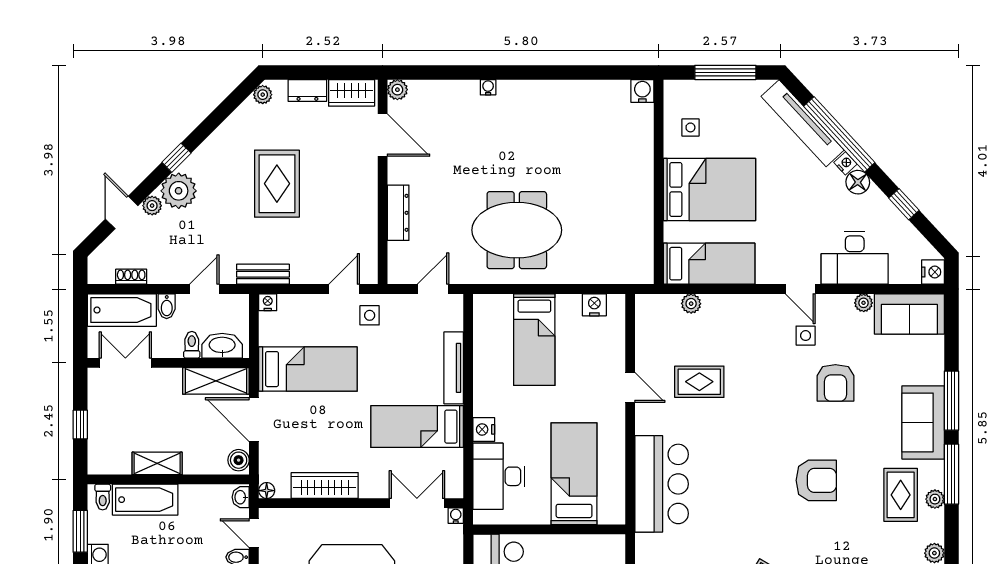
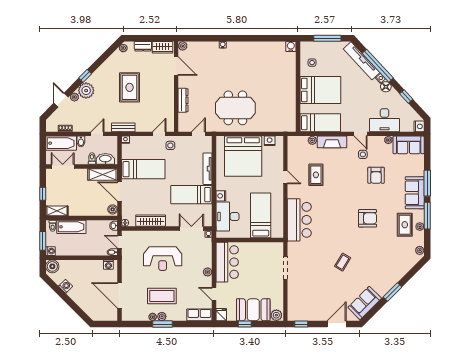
fireplace: (736, 307) -> (332, 142), added
bed: (534, 340) -> (243, 156), width x2.04
rug: (699, 382) -> (316, 175), turned 90
shelving: (157, 463) -> (57, 211), moved

